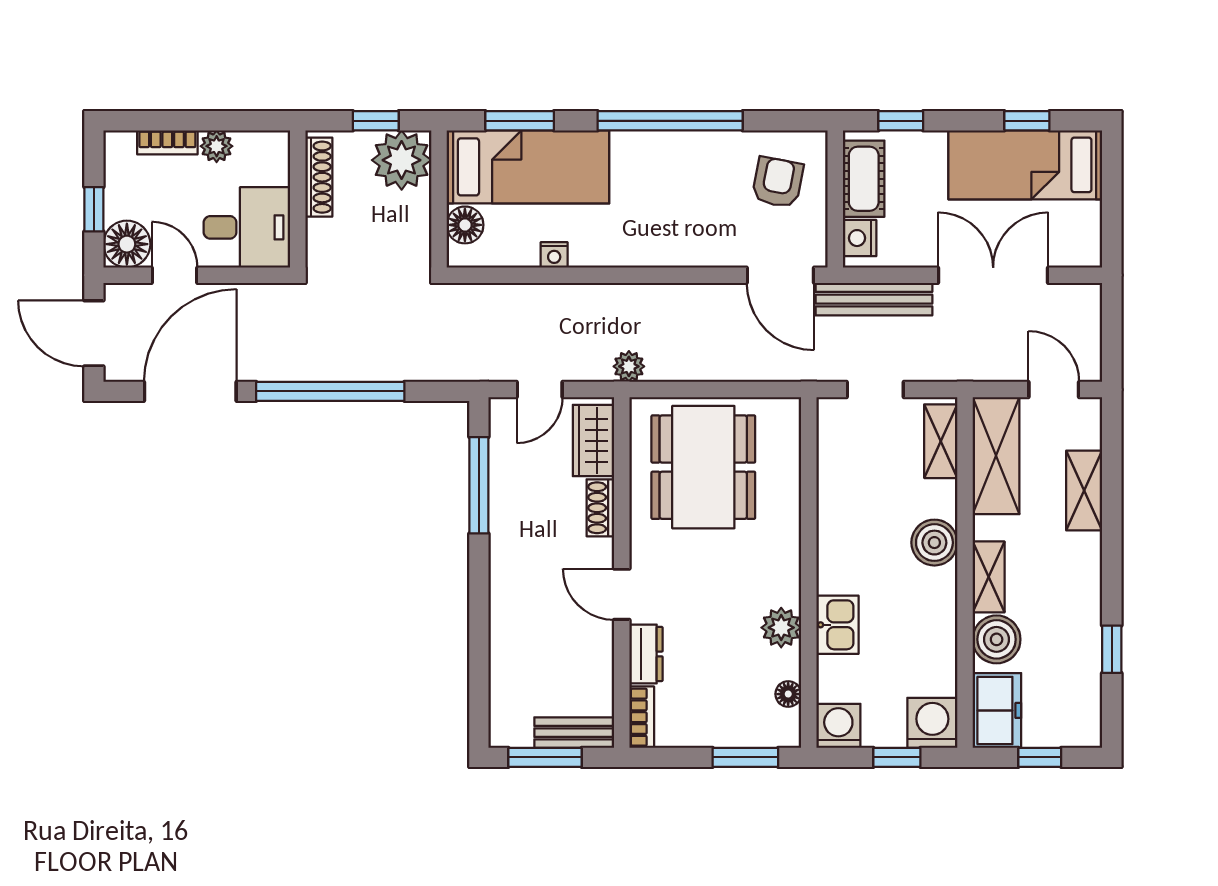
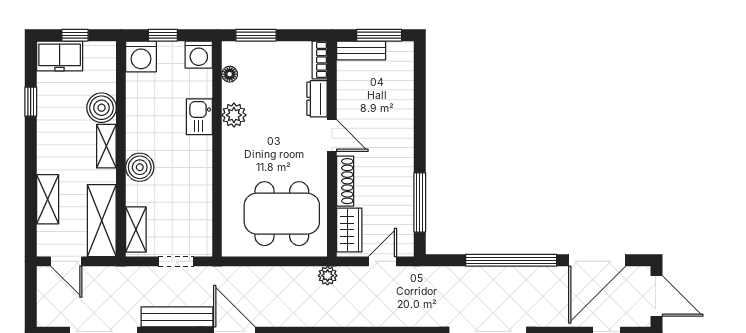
dining table: (703, 467) -> (282, 214), turned 90
shoe rack: (600, 508) -> (345, 181), width x1.43
freezer: (997, 710) -> (60, 56), moved, turned -90

